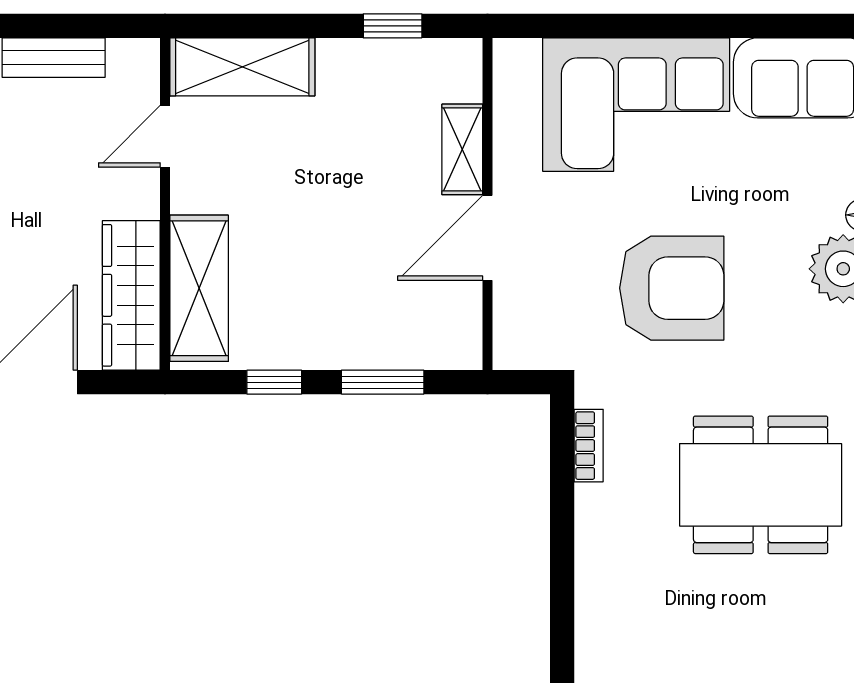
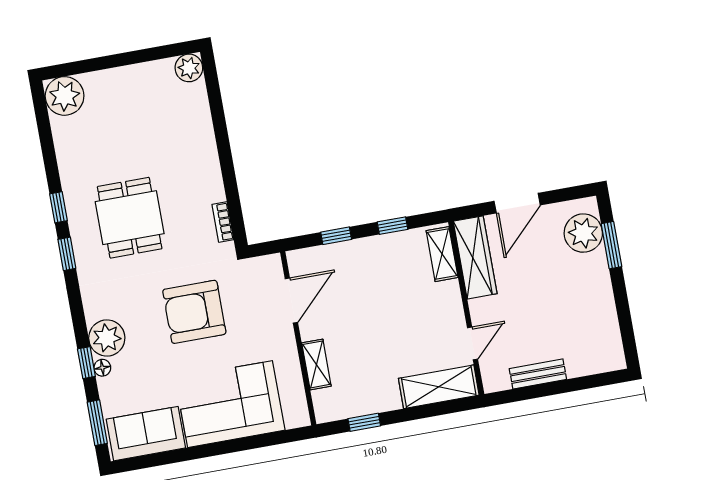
door: (487, 238) -> (291, 301), moved
shelving: (199, 288) -> (442, 254), width x0.67, depth x0.75
window: (383, 382) -> (336, 236), width x0.67
dining table: (761, 485) -> (130, 218), width x0.73

